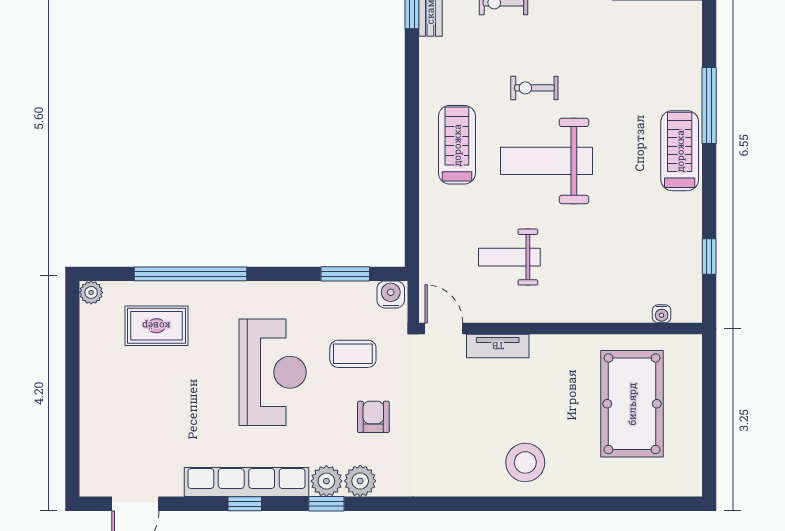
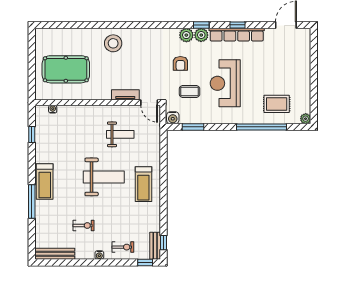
exercise bike: (534, 88) -> (84, 225), moved
pool table: (632, 404) -> (66, 69), turned 90

